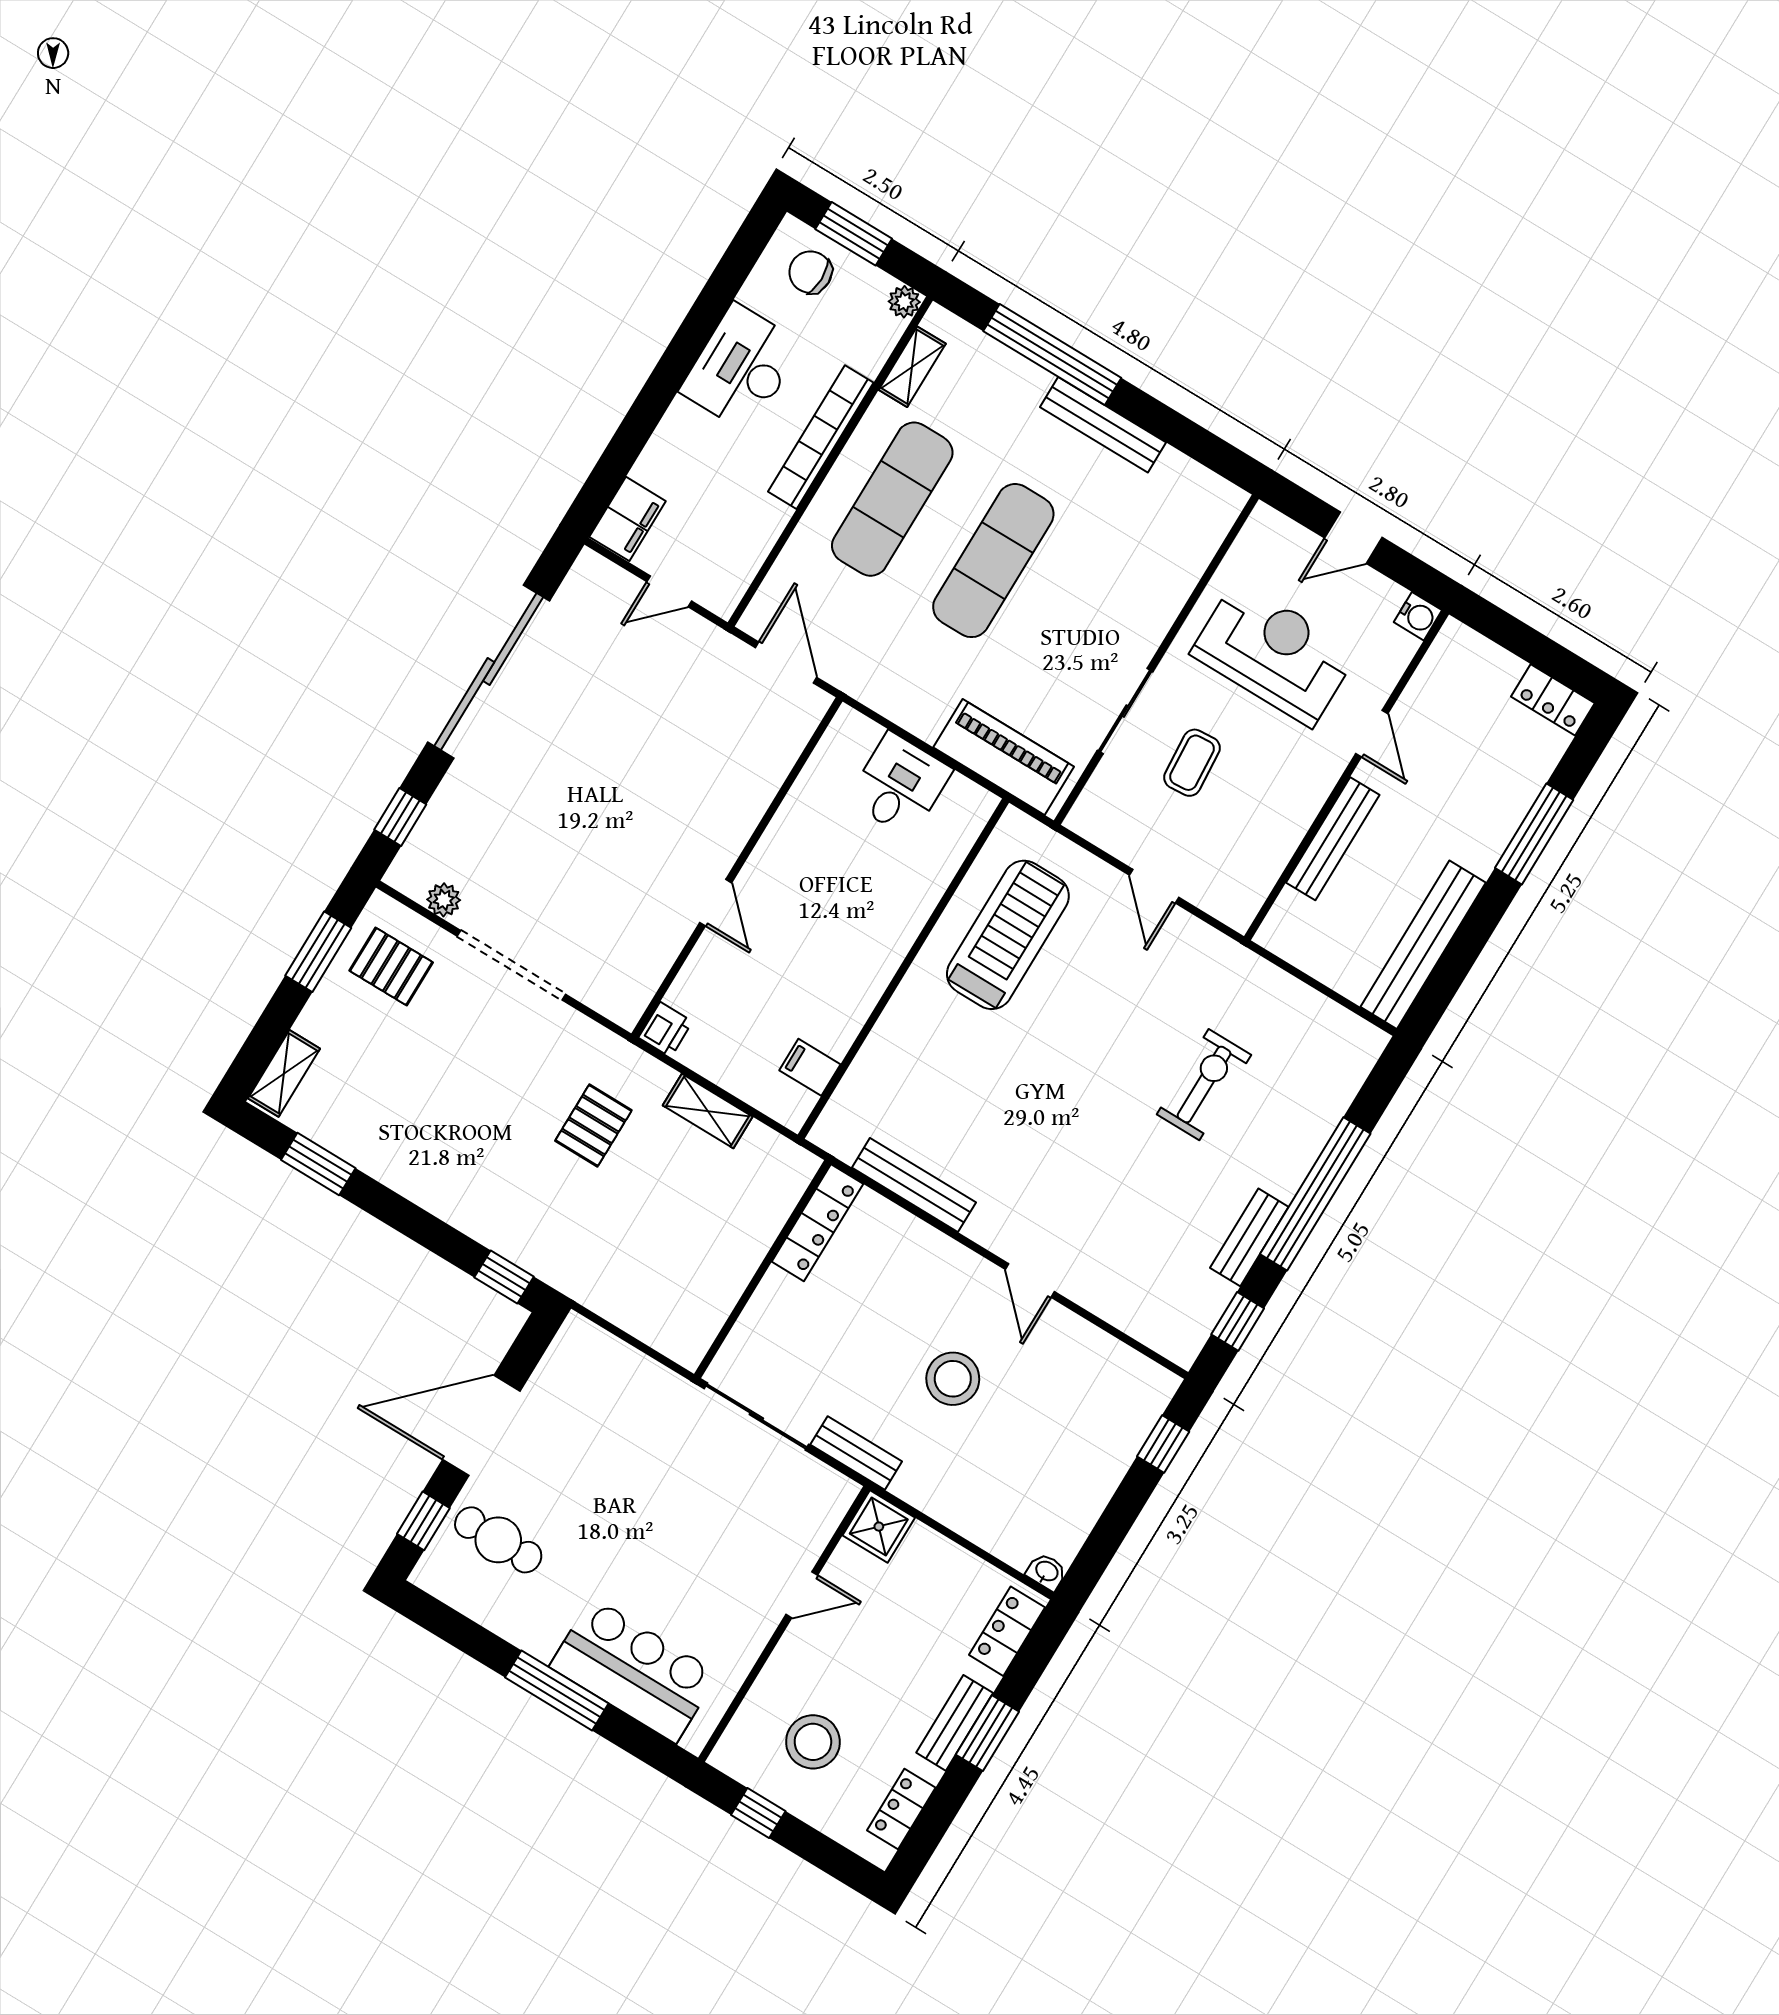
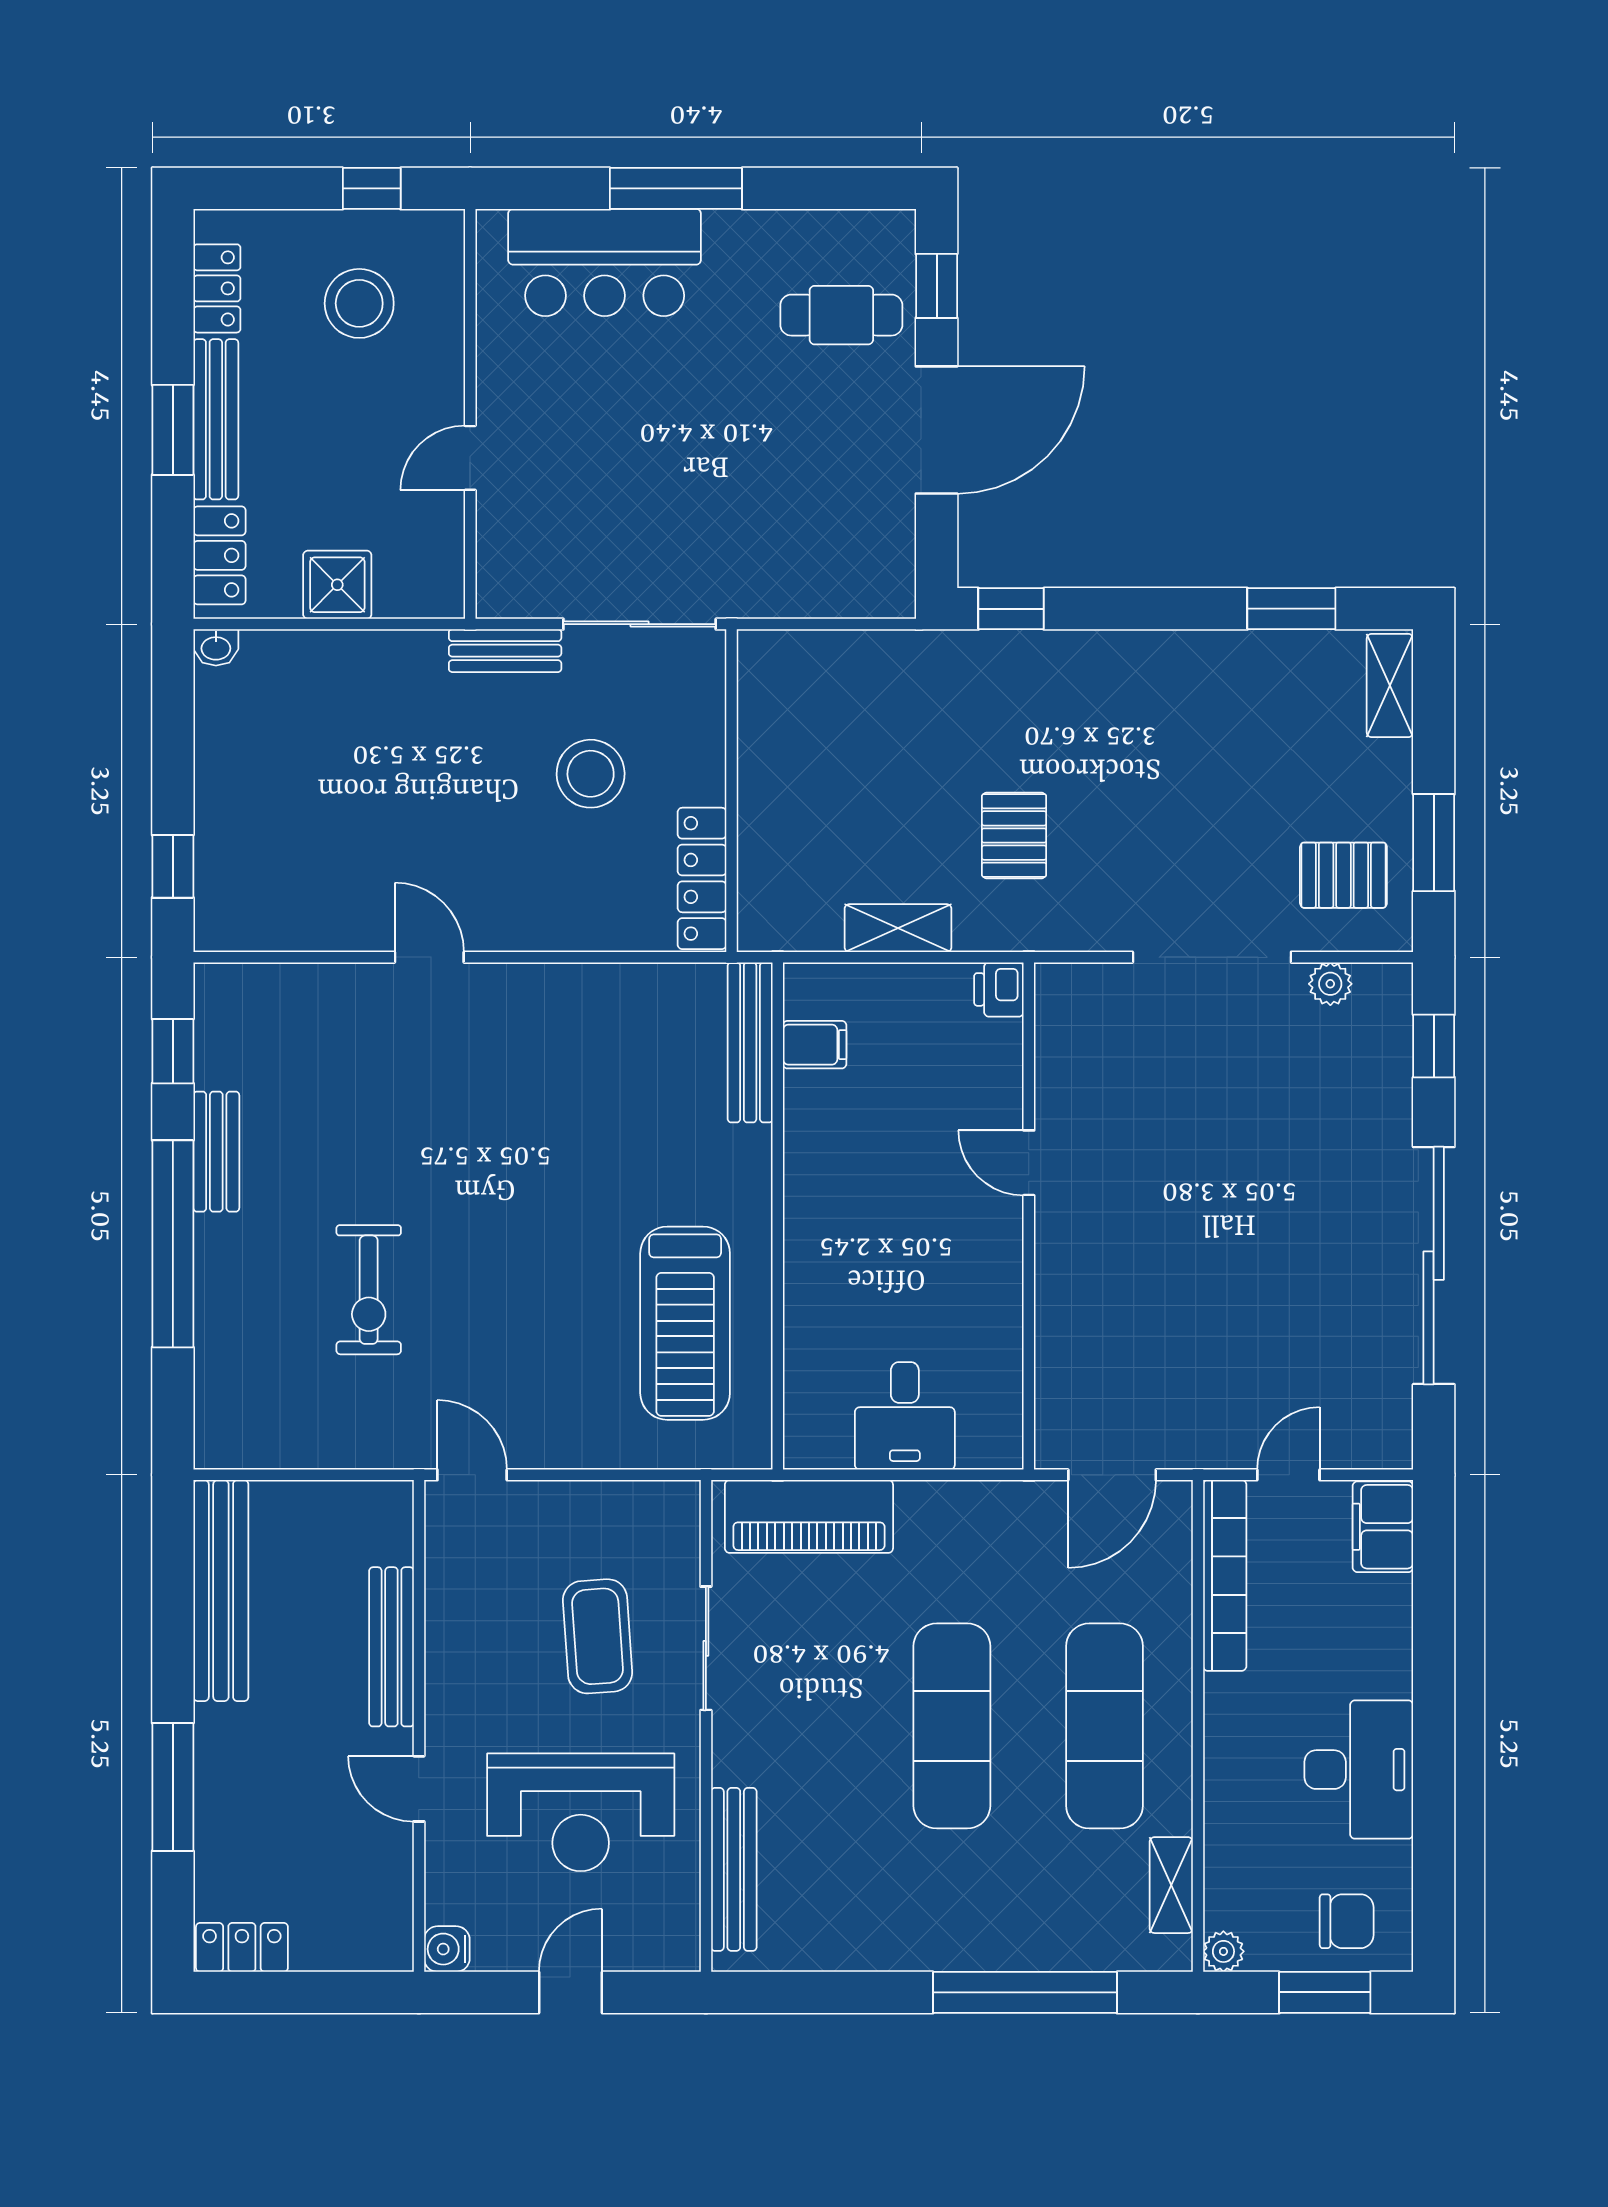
bench: (1103, 425) -> (734, 1869), moved, turned 90
bookcase: (821, 437) -> (1225, 1575), moved
door: (786, 662) -> (1112, 1475), hinge flipped
coffee table: (1192, 763) -> (598, 1636), width x1.36, depth x1.30
door: (1154, 886) -> (472, 1475), moved
bench: (914, 1185) -> (750, 1042), moved, turned 90
stool: (953, 1379) -> (591, 774), moved
shower: (879, 1527) -> (337, 585), moved
bench: (955, 1723) -> (216, 419), width x1.36

